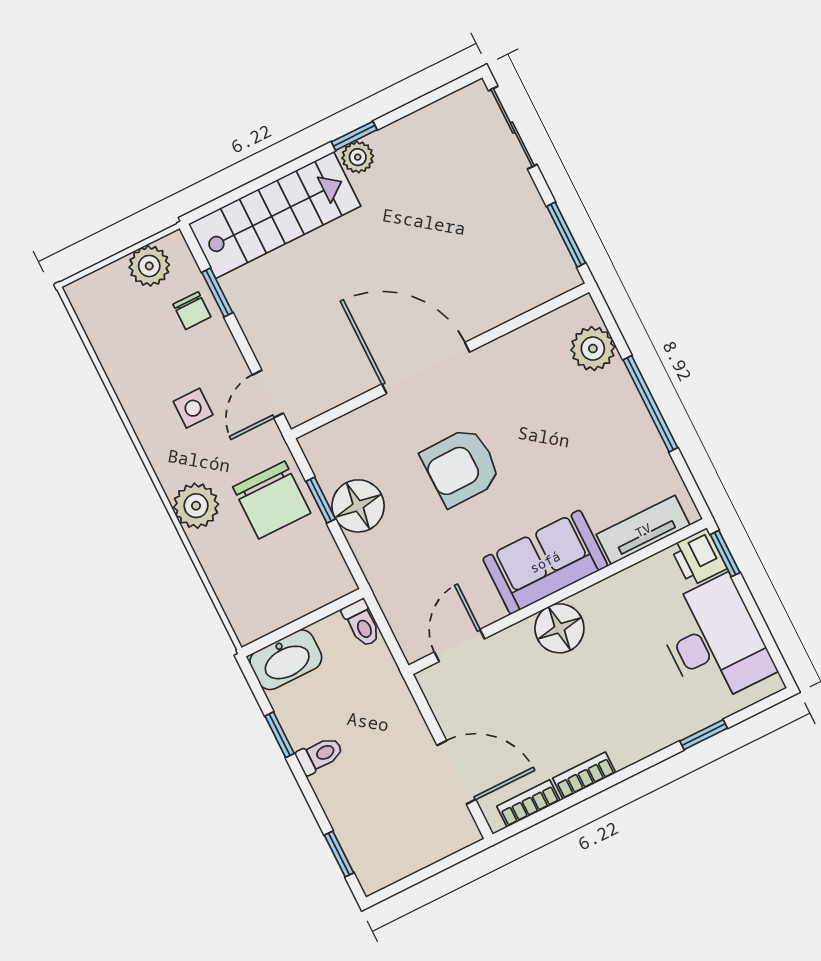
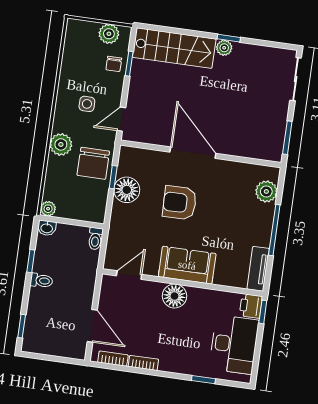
tv unit: (643, 530) -> (258, 269), moved, turned -90
plant: (248, 628) -> (48, 209), added
washbasin: (286, 660) -> (47, 228), width x0.52, depth x0.69

